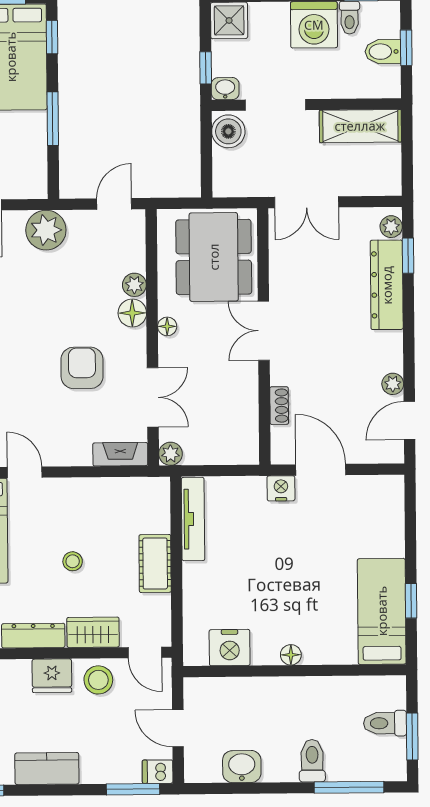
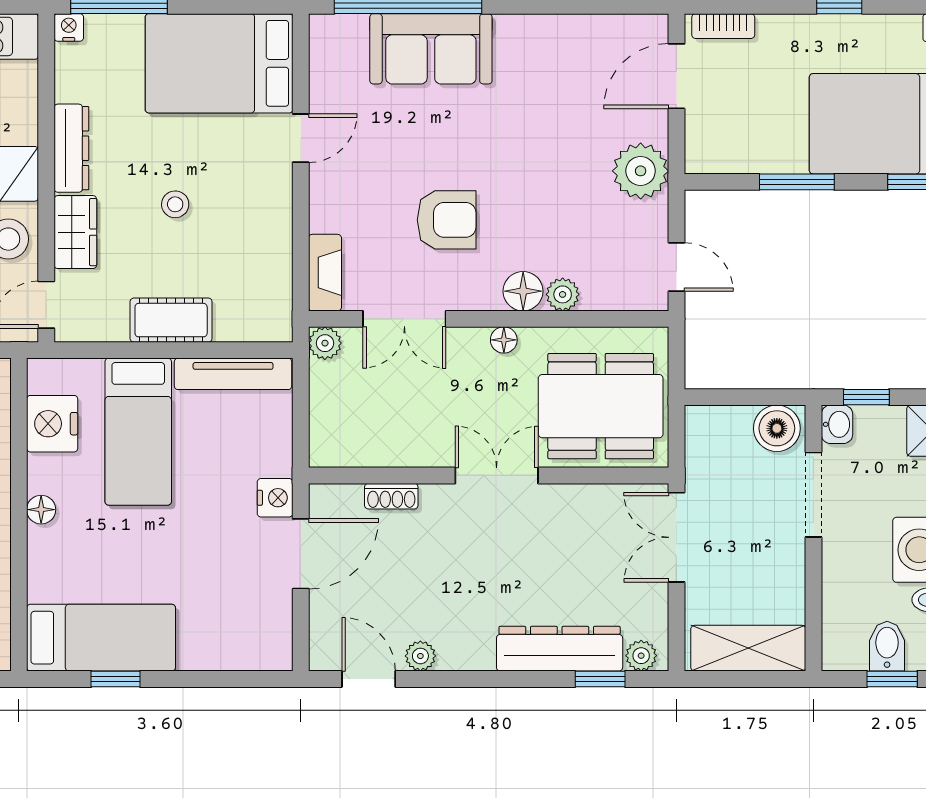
shelving: (360, 126) -> (748, 648), moved, turned 90
bed: (235, 586) -> (138, 432), added

